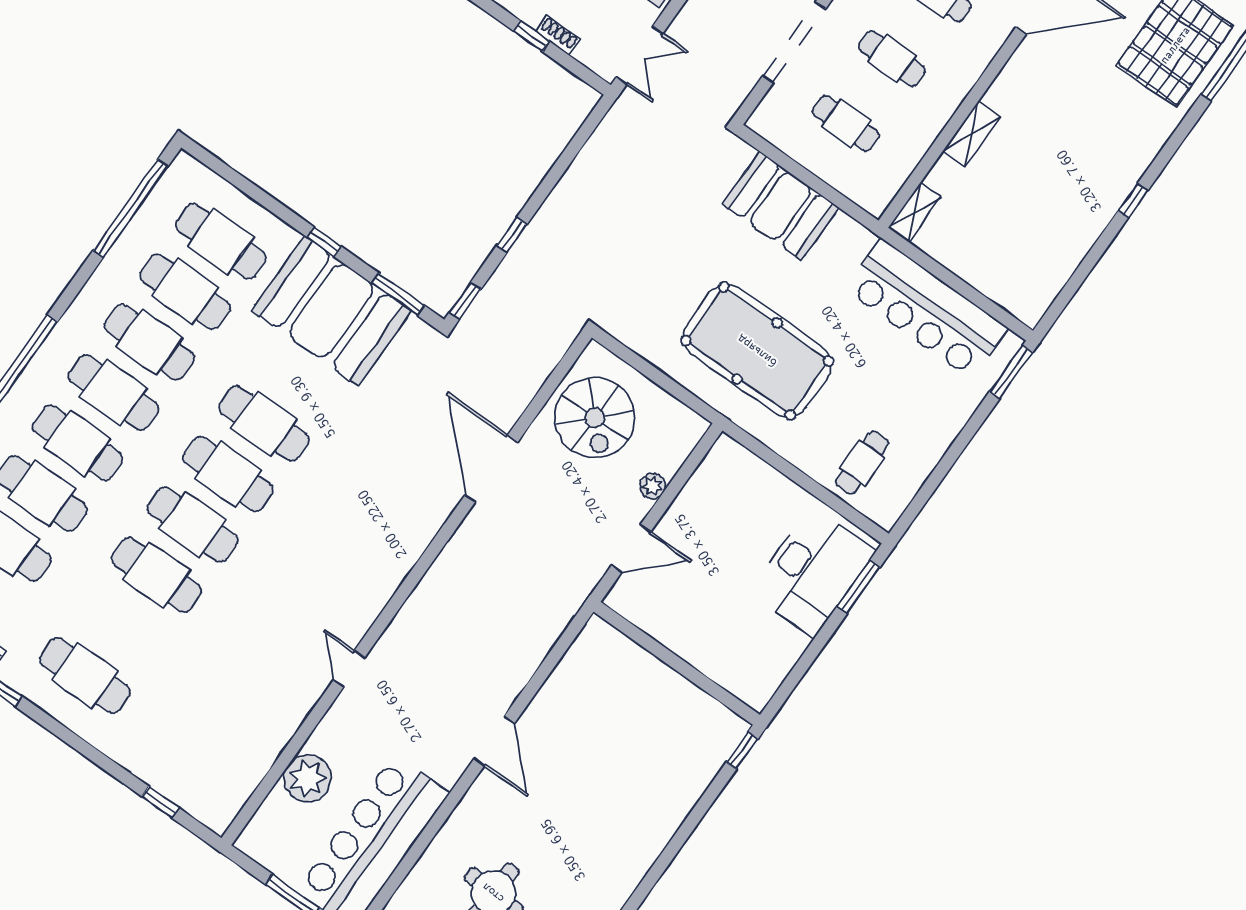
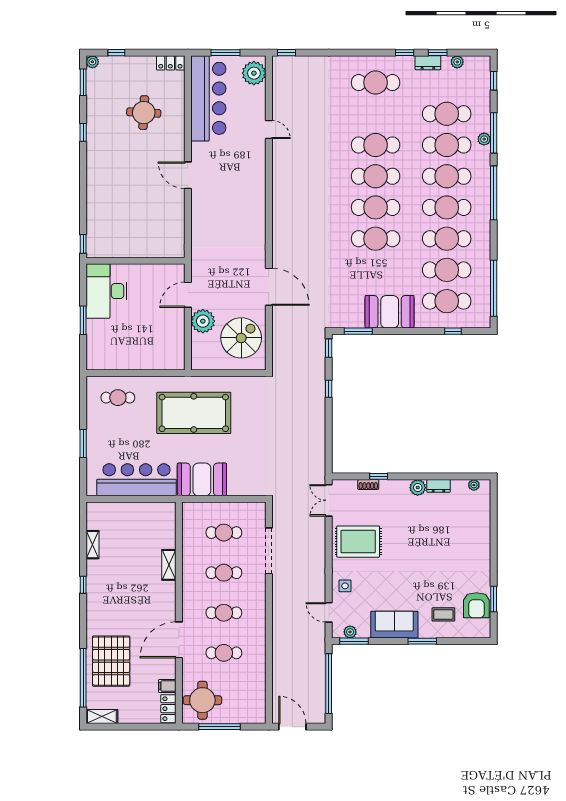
booth: (781, 206) -> (202, 479), moved
shelving: (915, 212) -> (92, 545), moved
window: (324, 242) -> (453, 331), moved
booth: (332, 311) -> (390, 312), width x0.73, depth x0.70
window: (1011, 372) -> (83, 443), moved
spiral stairs: (595, 418) -> (241, 338), turned 90
cafe table: (862, 463) -> (118, 398), turned 90
plant: (653, 486) -> (203, 321), width x1.87, depth x1.87
desk: (812, 572) -> (106, 291), moved
window: (858, 587) -> (83, 320), moved
door: (349, 669) -> (269, 130), moved
plant: (307, 778) -> (254, 73), moved
window: (160, 802) -> (287, 53), moved

